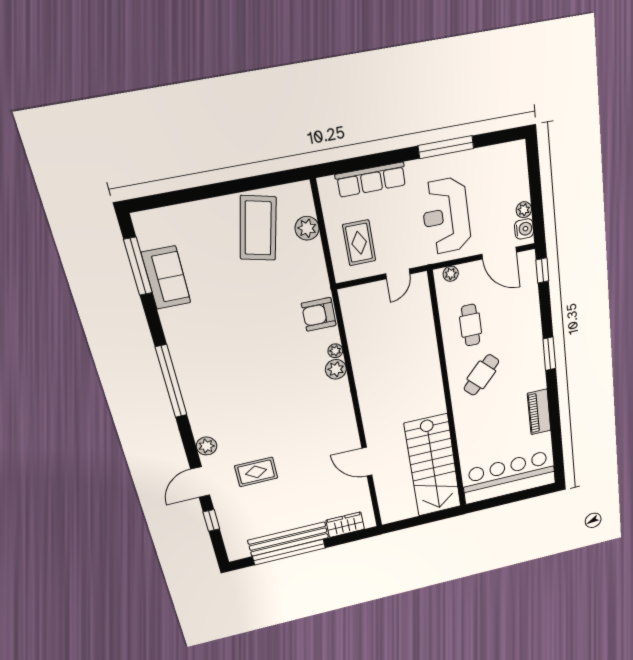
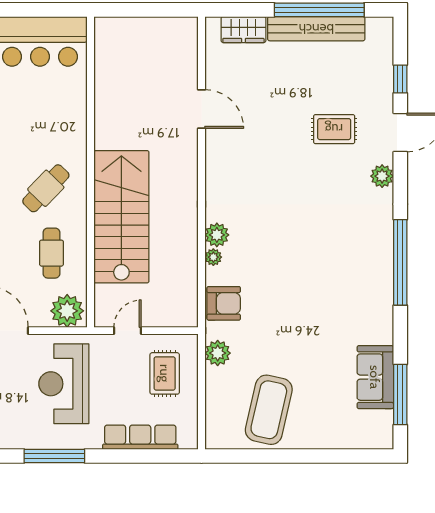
reception desk: (446, 216) -> (64, 384), turned 180
plant: (307, 228) -> (218, 353), moved
plant: (451, 274) -> (67, 311), width x1.87, depth x1.87
stairs: (433, 466) -> (121, 217), moved

